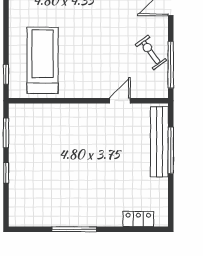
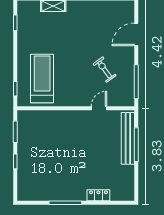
exercise bike: (151, 52) -> (105, 70), moved
locker: (138, 219) -> (98, 195), moved

